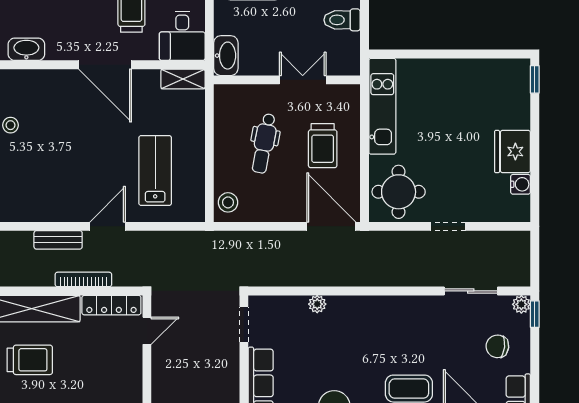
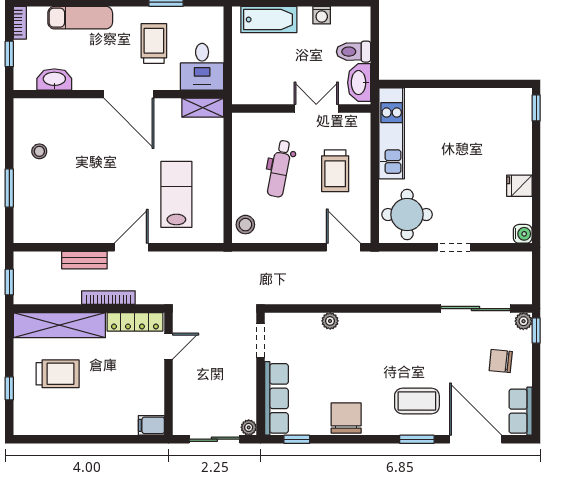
washbasin: (226, 56) -> (359, 83), moved, turned 180
fridge: (512, 152) -> (519, 186), width x0.53, depth x0.75
water cooler: (521, 184) -> (523, 234), moved
door: (331, 226) -> (343, 247), width x0.73
sliding door: (471, 291) -> (476, 309), width x1.37

